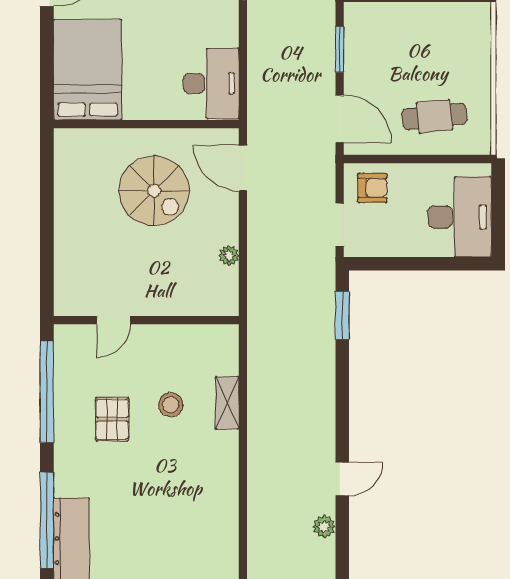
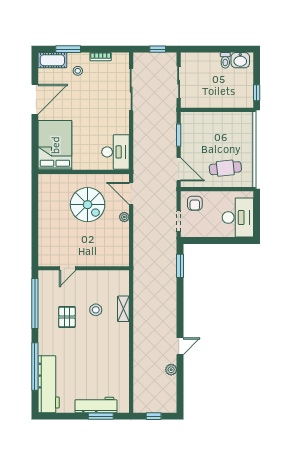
armchair: (372, 188) -> (195, 203), turned 90
plant: (229, 255) -> (124, 217), moved

